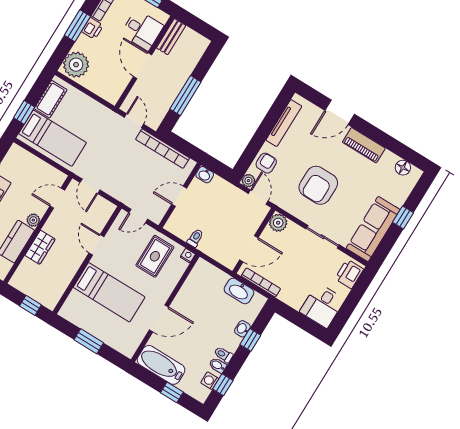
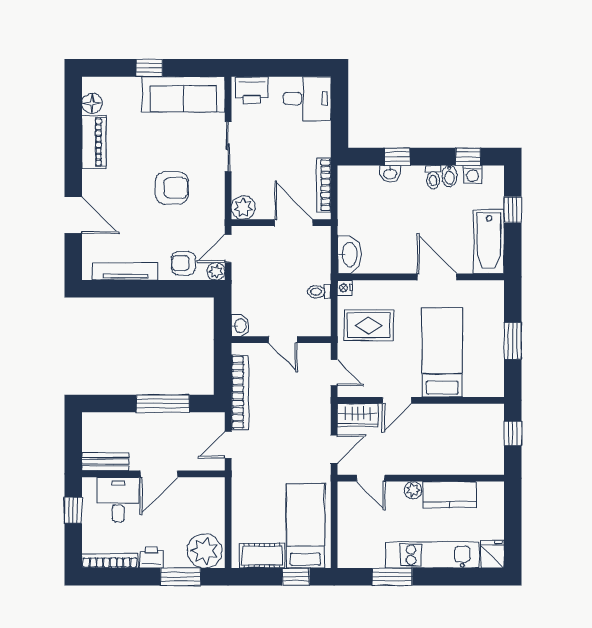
window: (77, 26) -> (181, 577), moved
piano: (364, 145) -> (94, 142), moved
armchair: (318, 185) -> (172, 188), width x0.73, depth x0.73
wardrobe: (40, 247) -> (358, 415), moved, turned 180
washbasin: (239, 291) -> (349, 254), moved

